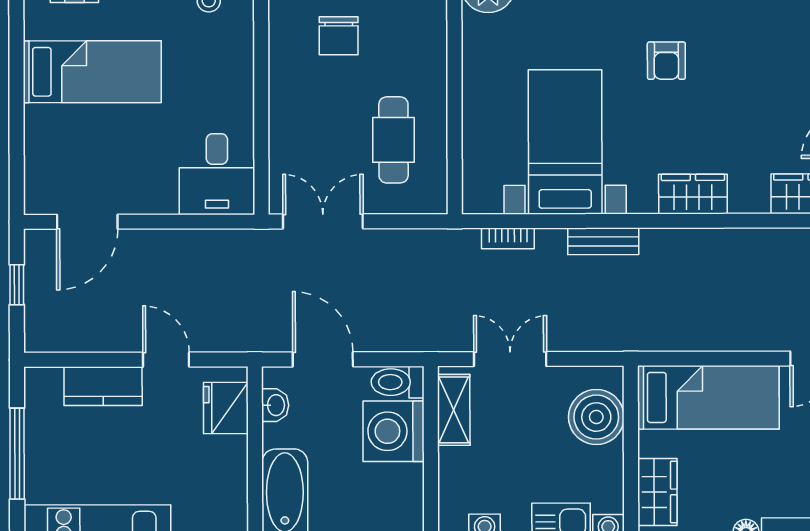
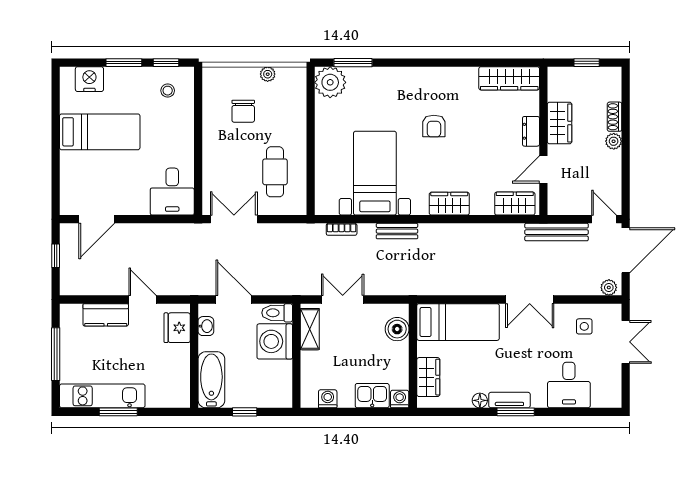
boiler: (596, 417) -> (397, 329), width x0.73, depth x0.73

